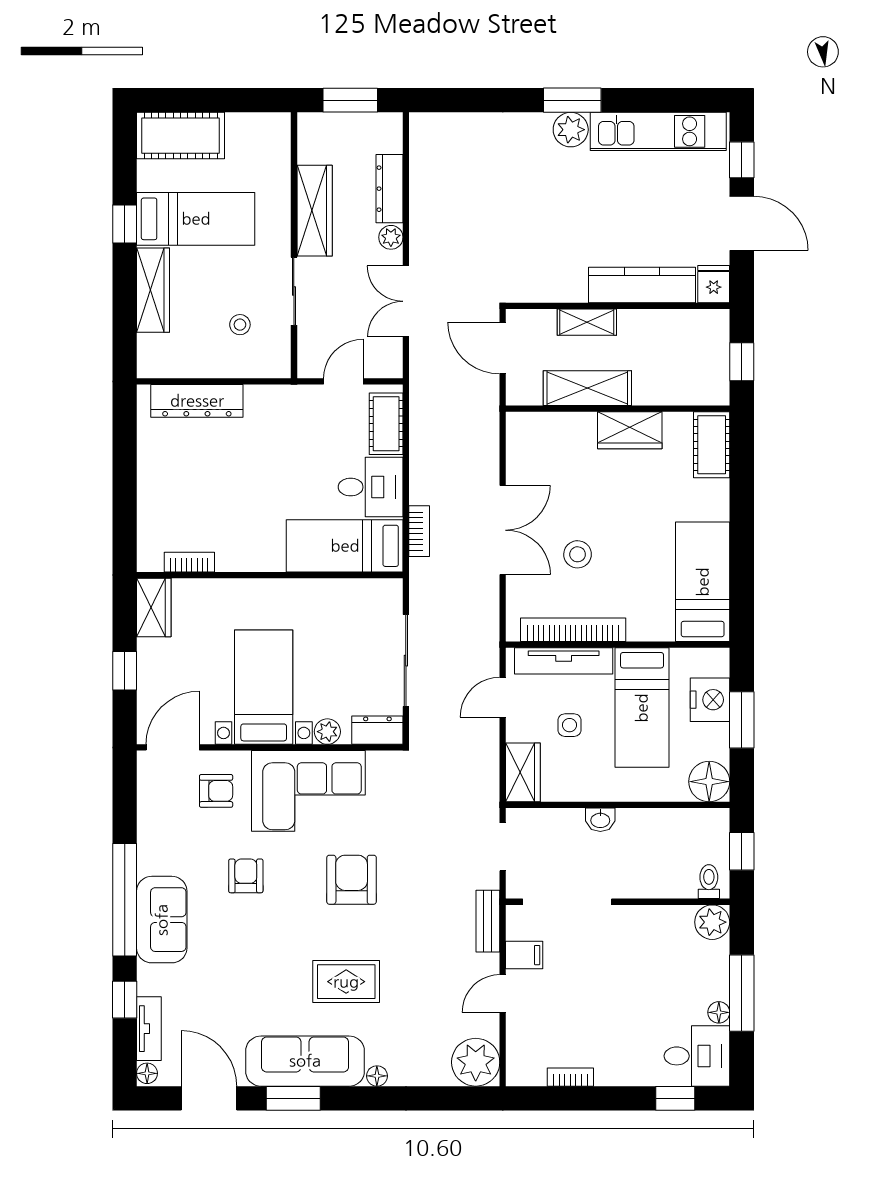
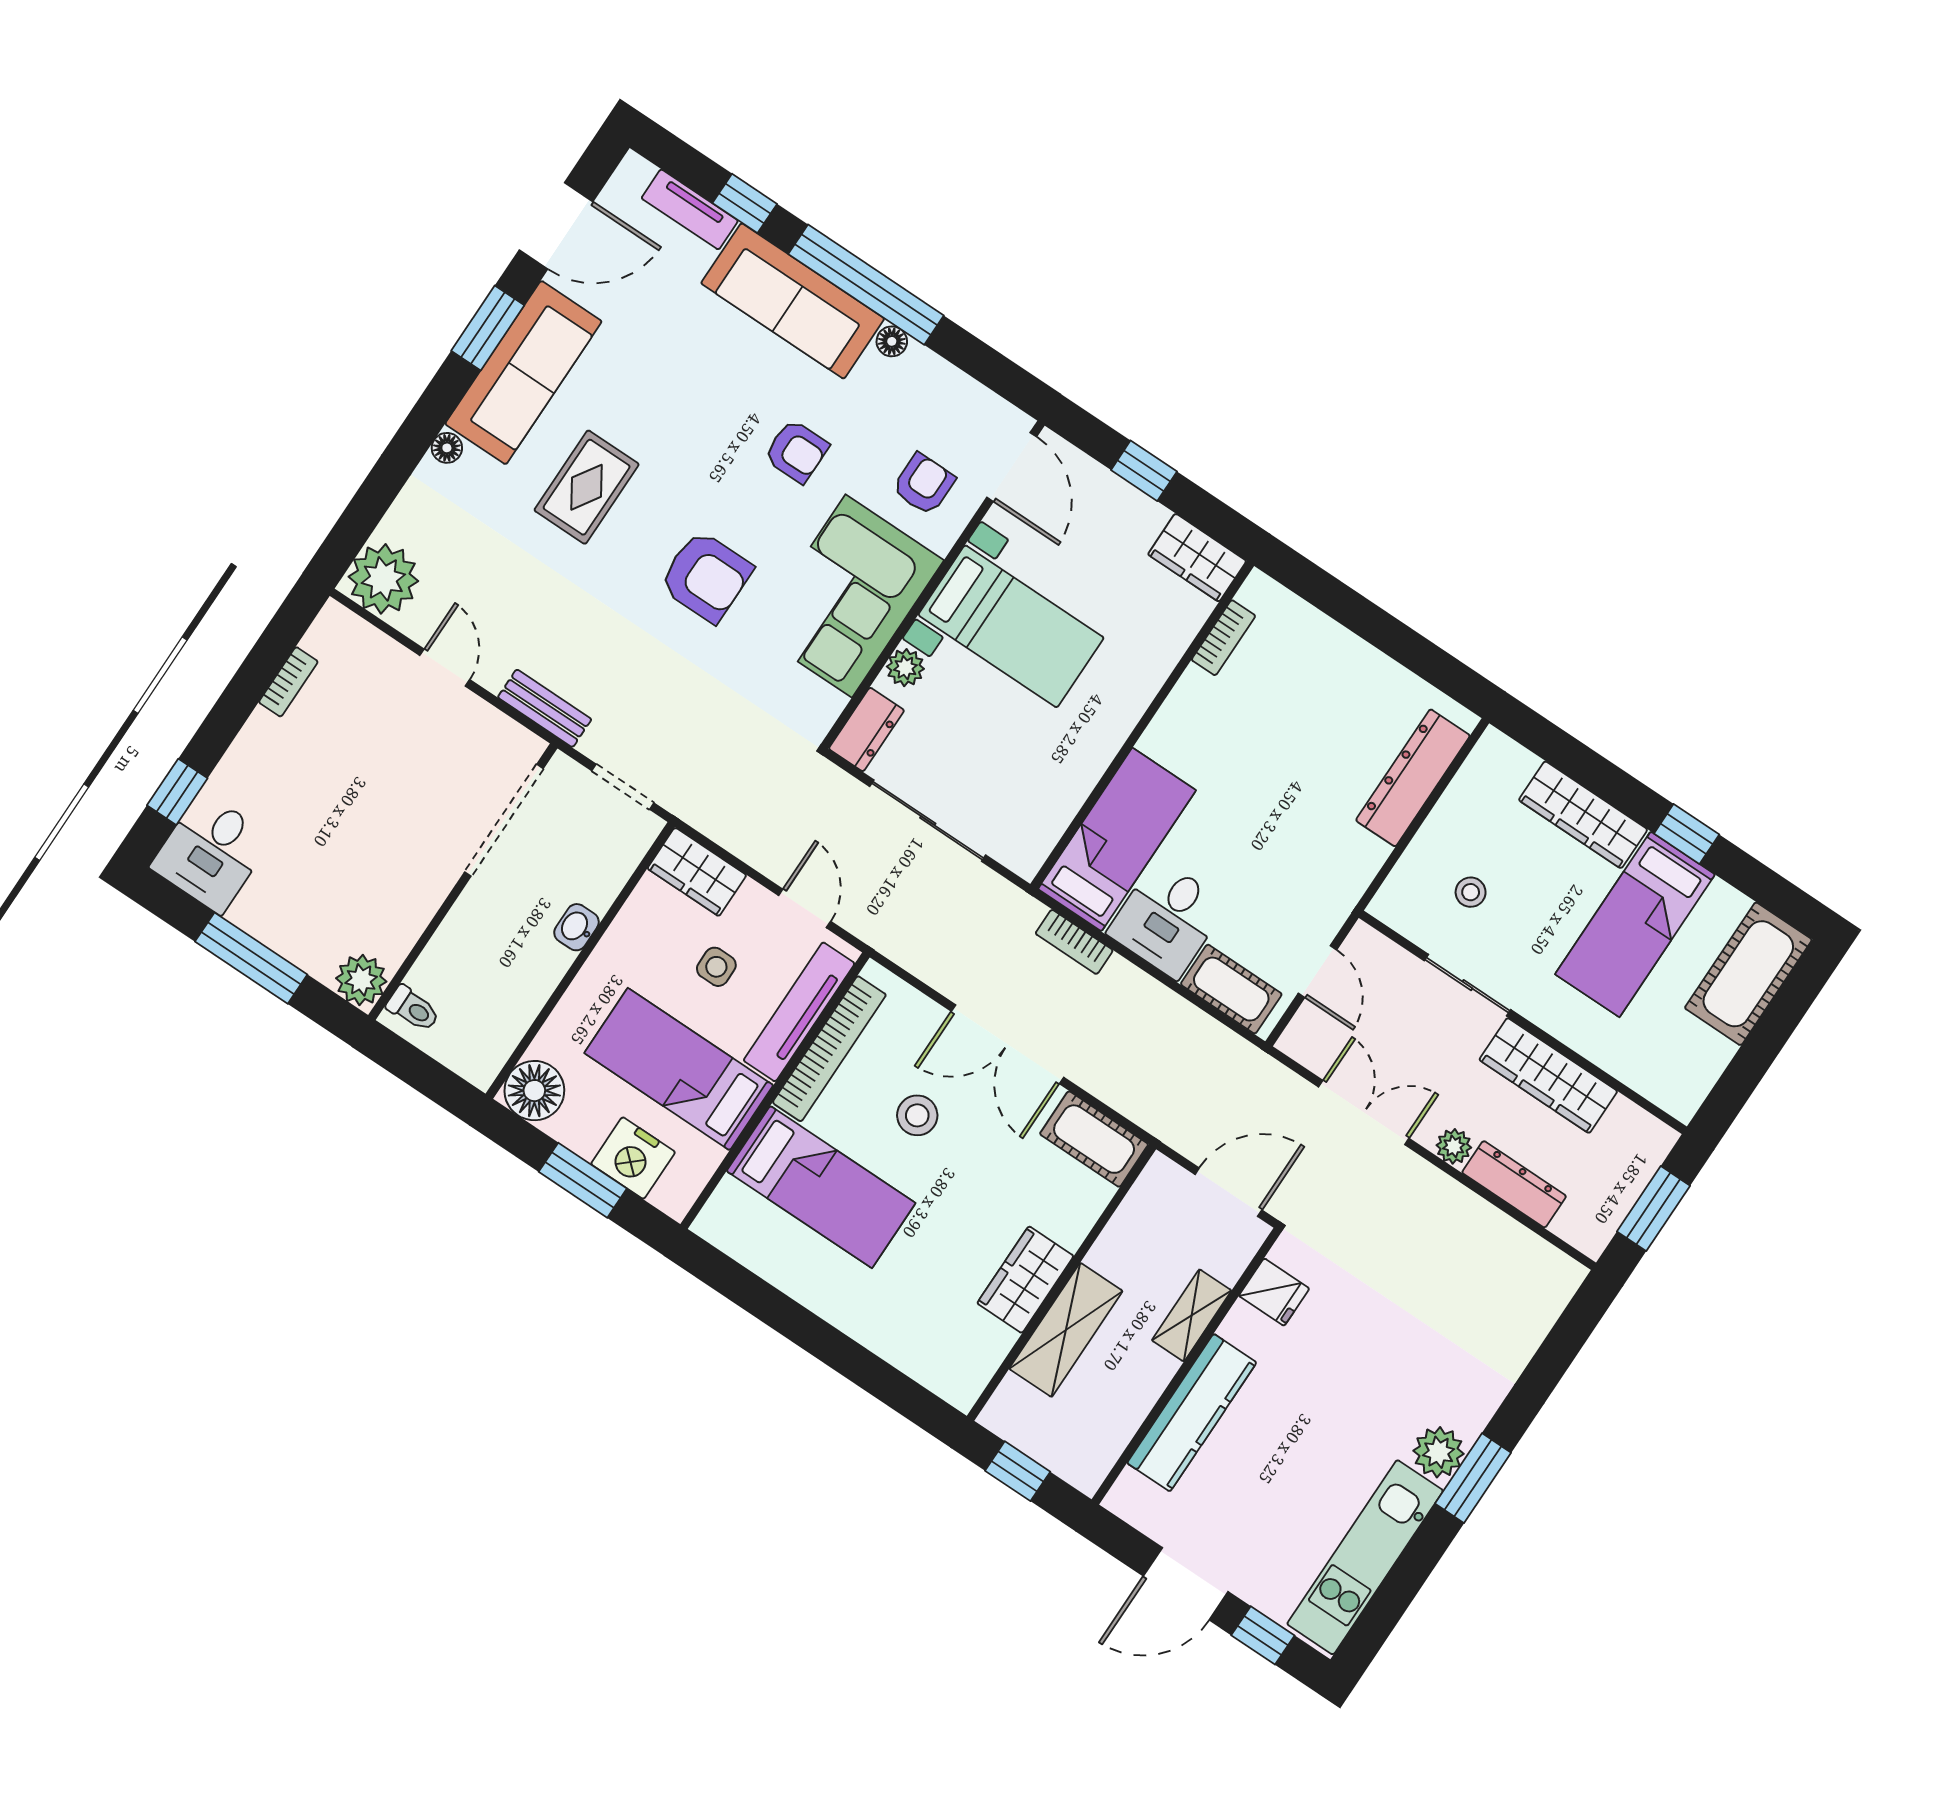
fridge: (714, 284) -> (1274, 1292), moved
shelving: (587, 388) -> (1066, 1330), moved
cot: (712, 445) -> (1094, 1139), moved
bed: (703, 582) -> (821, 1187), moved
armchair: (216, 791) -> (924, 484), turned 180
window: (742, 851) -> (423, 1073), removed
sofa: (162, 920) -> (793, 301), width x1.36
filing cabinet: (524, 955) -> (474, 725), removed
floor lamp: (719, 1012) -> (246, 915), removed
floor lamp: (147, 1073) -> (892, 341), moved

